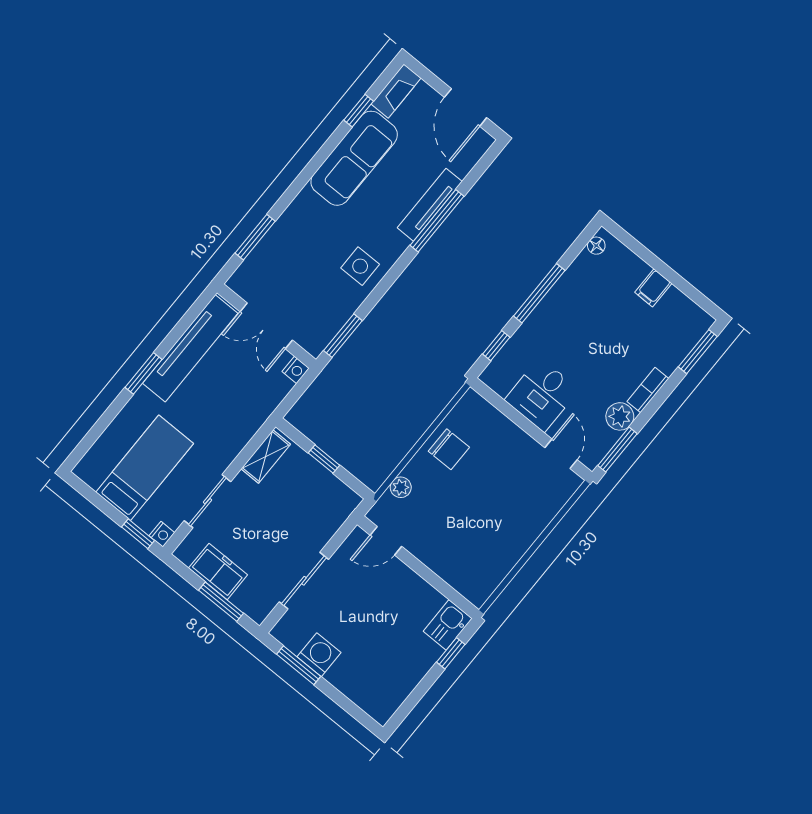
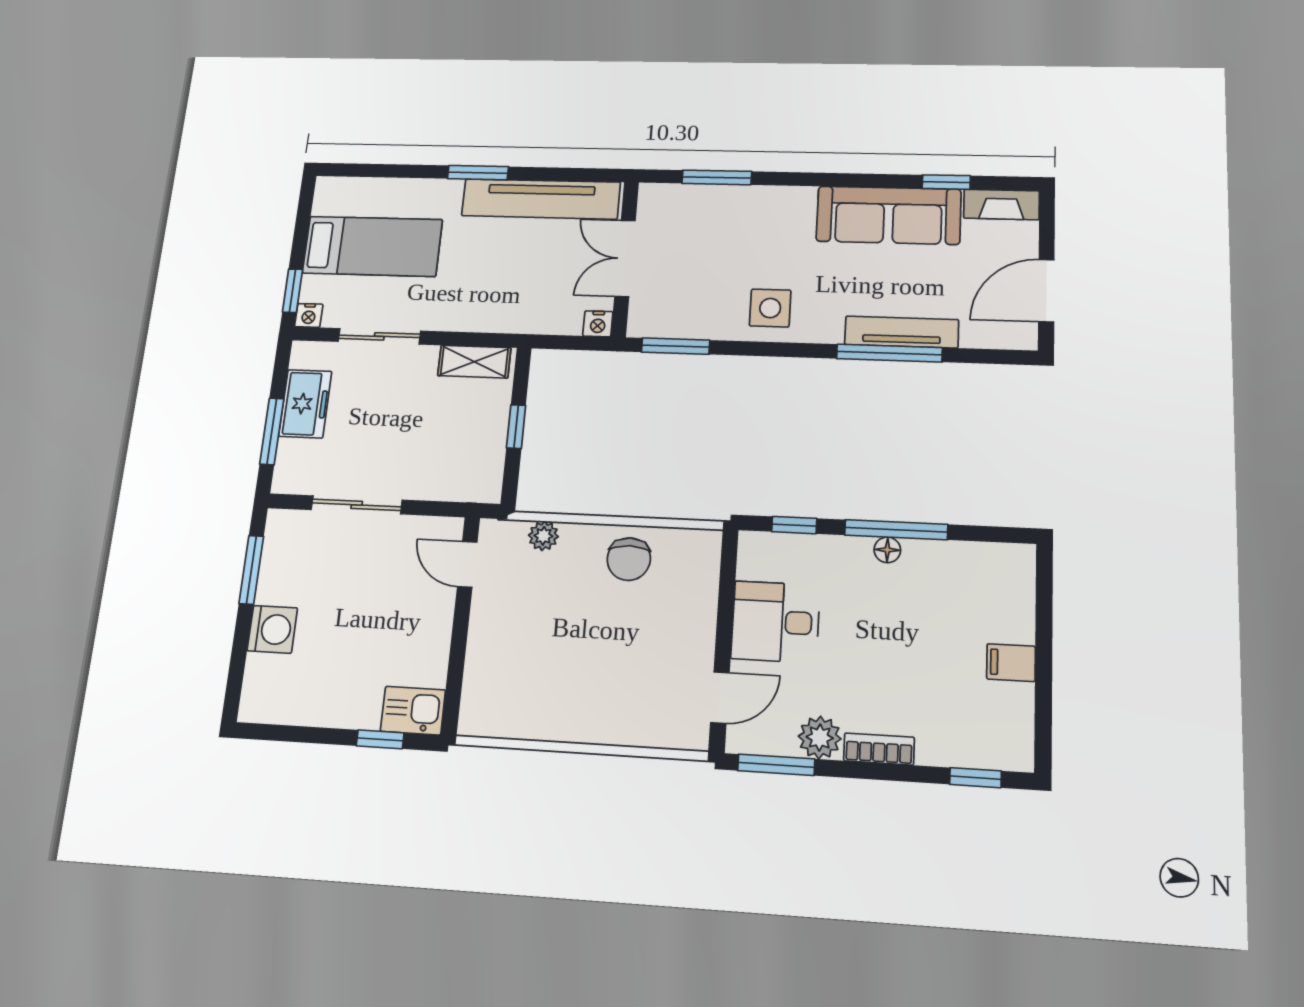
floor lamp: (596, 246) -> (887, 550), moved
window: (698, 352) -> (975, 778), width x0.67
washing machine: (319, 655) -> (272, 629), moved

